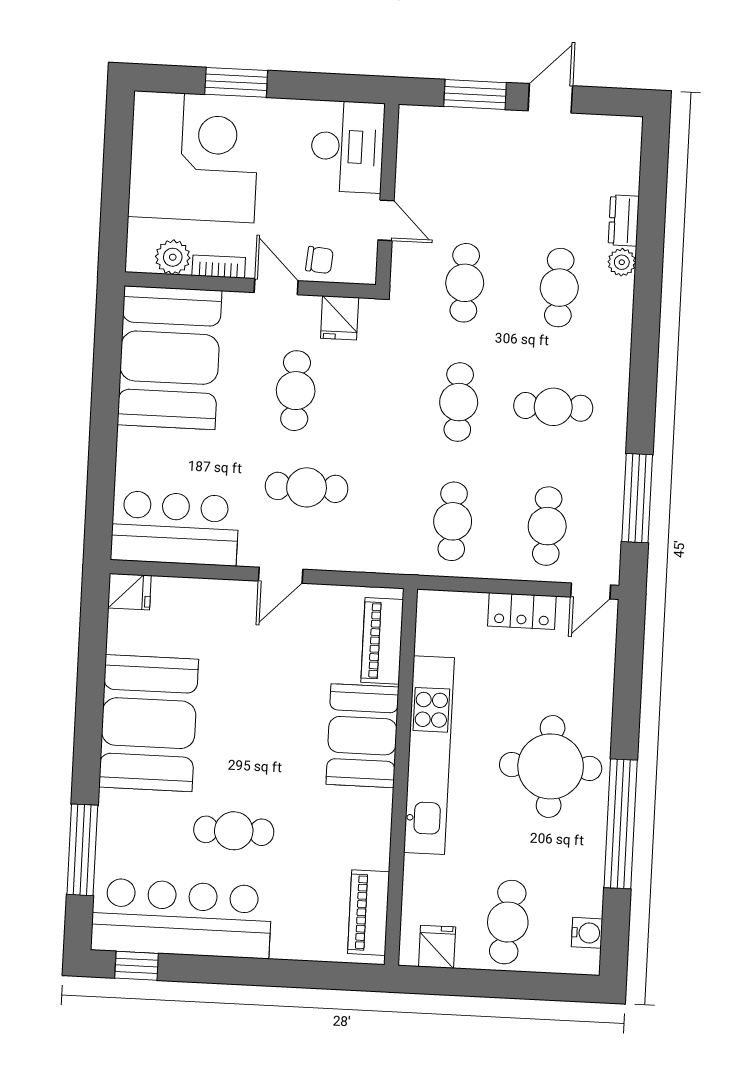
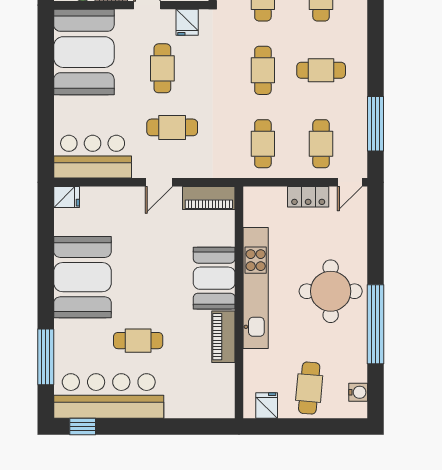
piano: (382, 641) -> (209, 198), moved, turned -90
piano: (369, 913) -> (223, 337), moved

